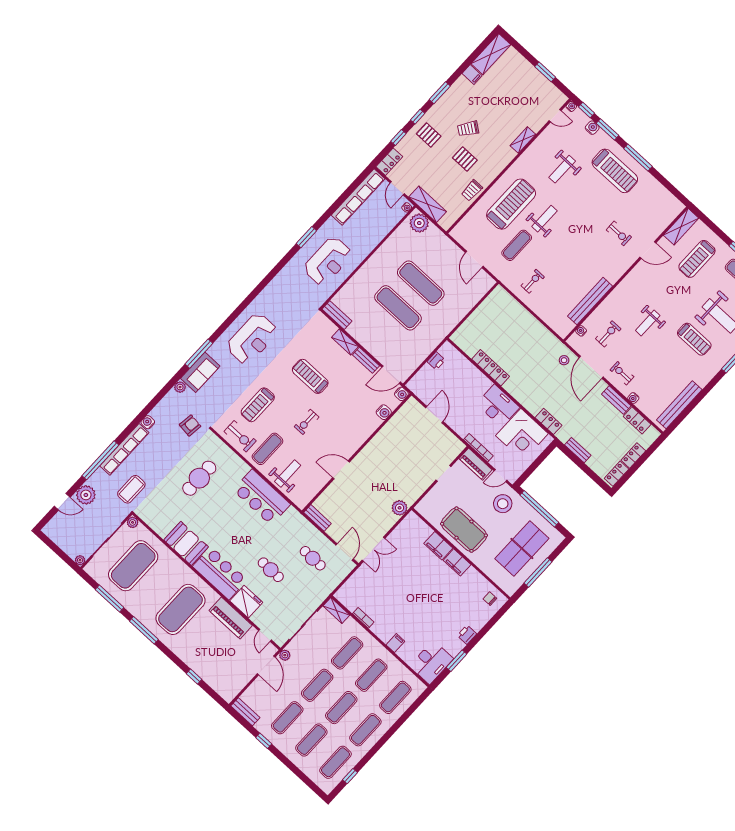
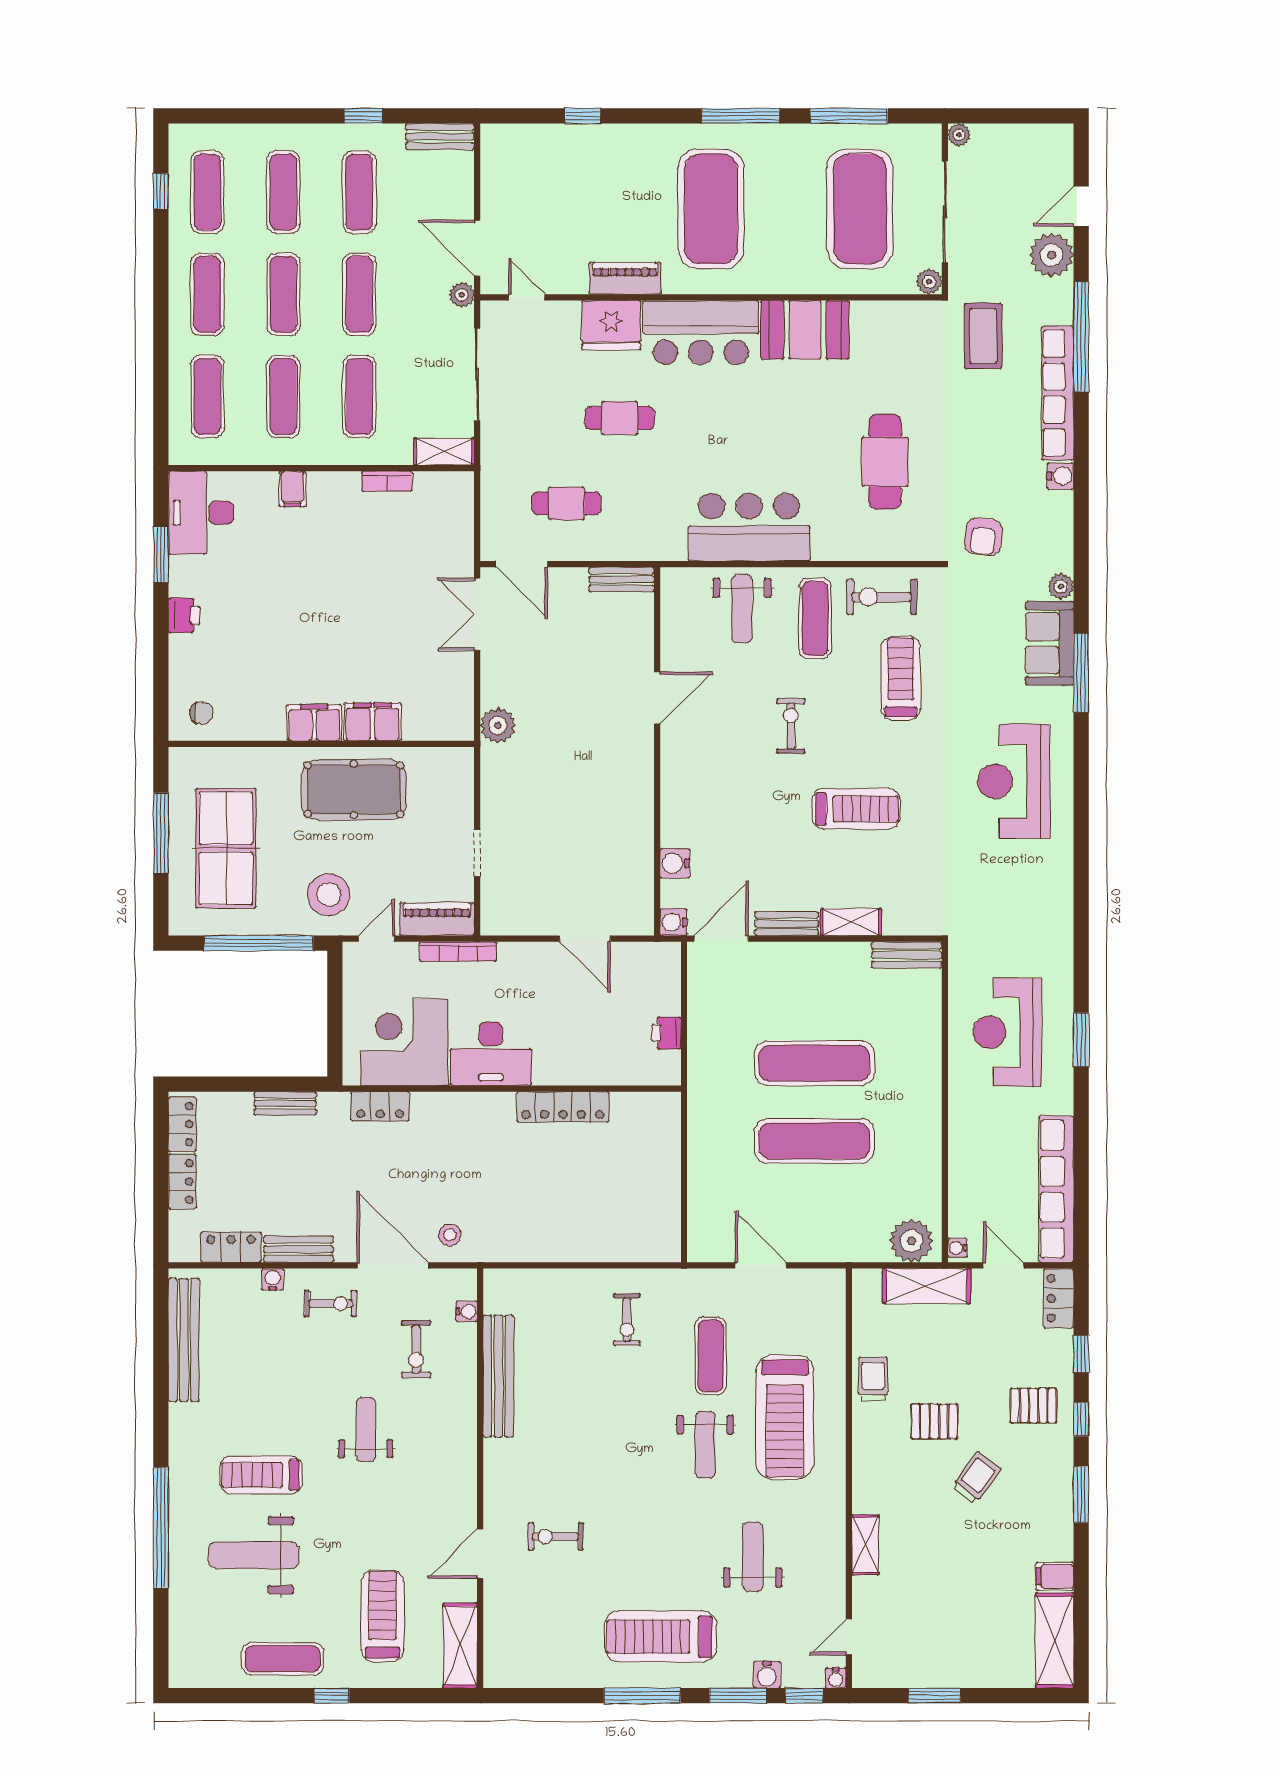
piano: (231, 618) -> (625, 278), width x0.73, depth x0.75

